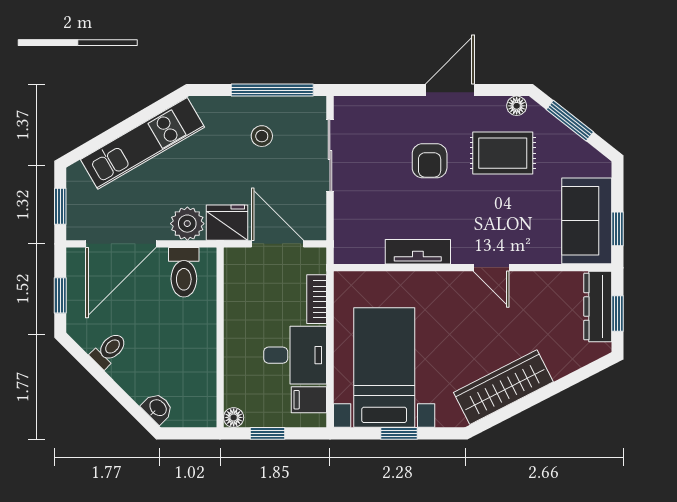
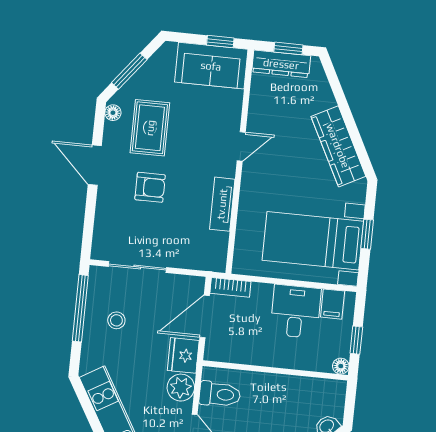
bookcase: (317, 299) -> (230, 287), moved

